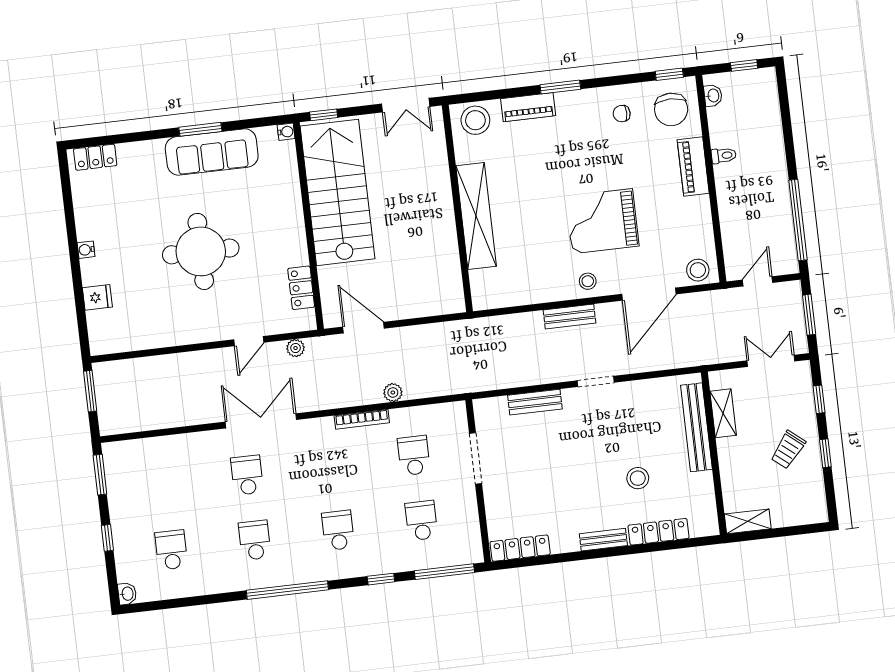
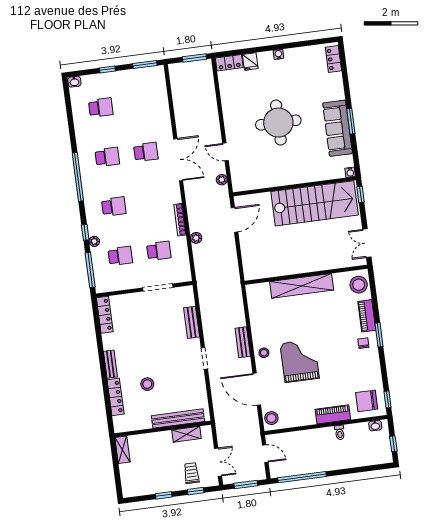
chair: (622, 114) -> (363, 343), moved
locker: (301, 288) -> (229, 63), moved, turned 180
trolley: (788, 450) -> (191, 473), moved, turned 51
plant: (396, 564) -> (94, 241), added

